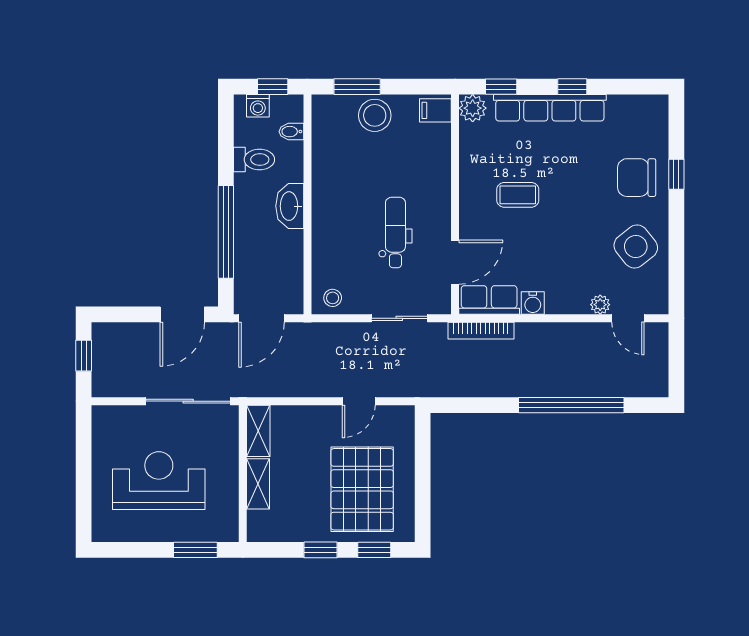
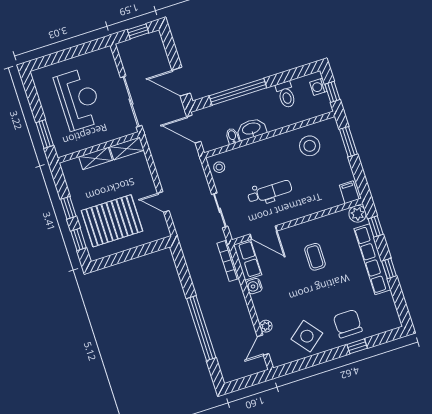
stool: (375, 115) -> (310, 146), moved
bidet: (291, 132) -> (232, 136), moved
washbasin: (290, 206) -> (251, 129), moved

